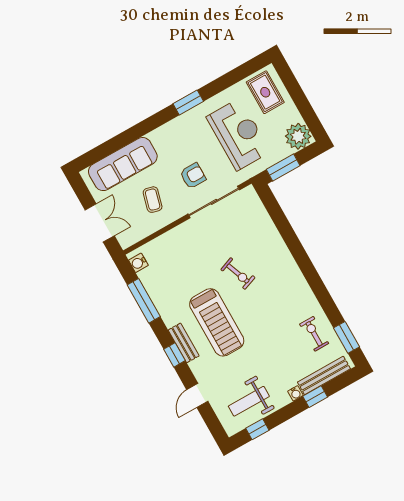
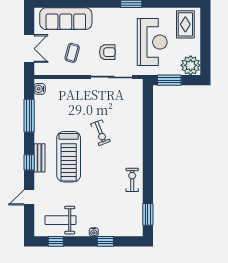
exercise bike: (314, 334) -> (132, 180), moved
bench: (324, 375) -> (119, 231), removed

